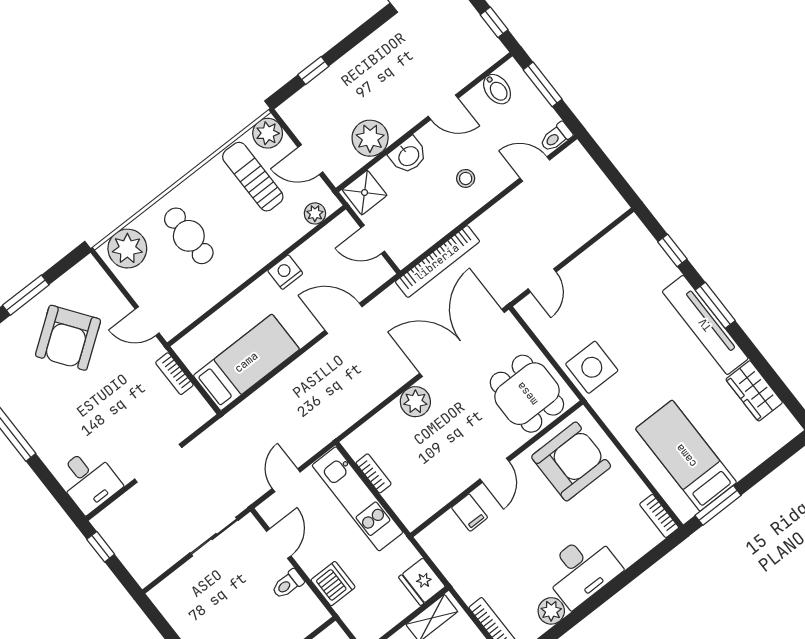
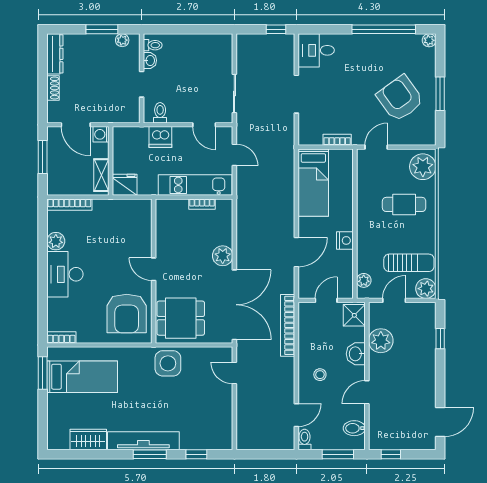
filing cabinet: (470, 513) -> (142, 239), removed
toilet: (288, 584) -> (160, 113), moved

